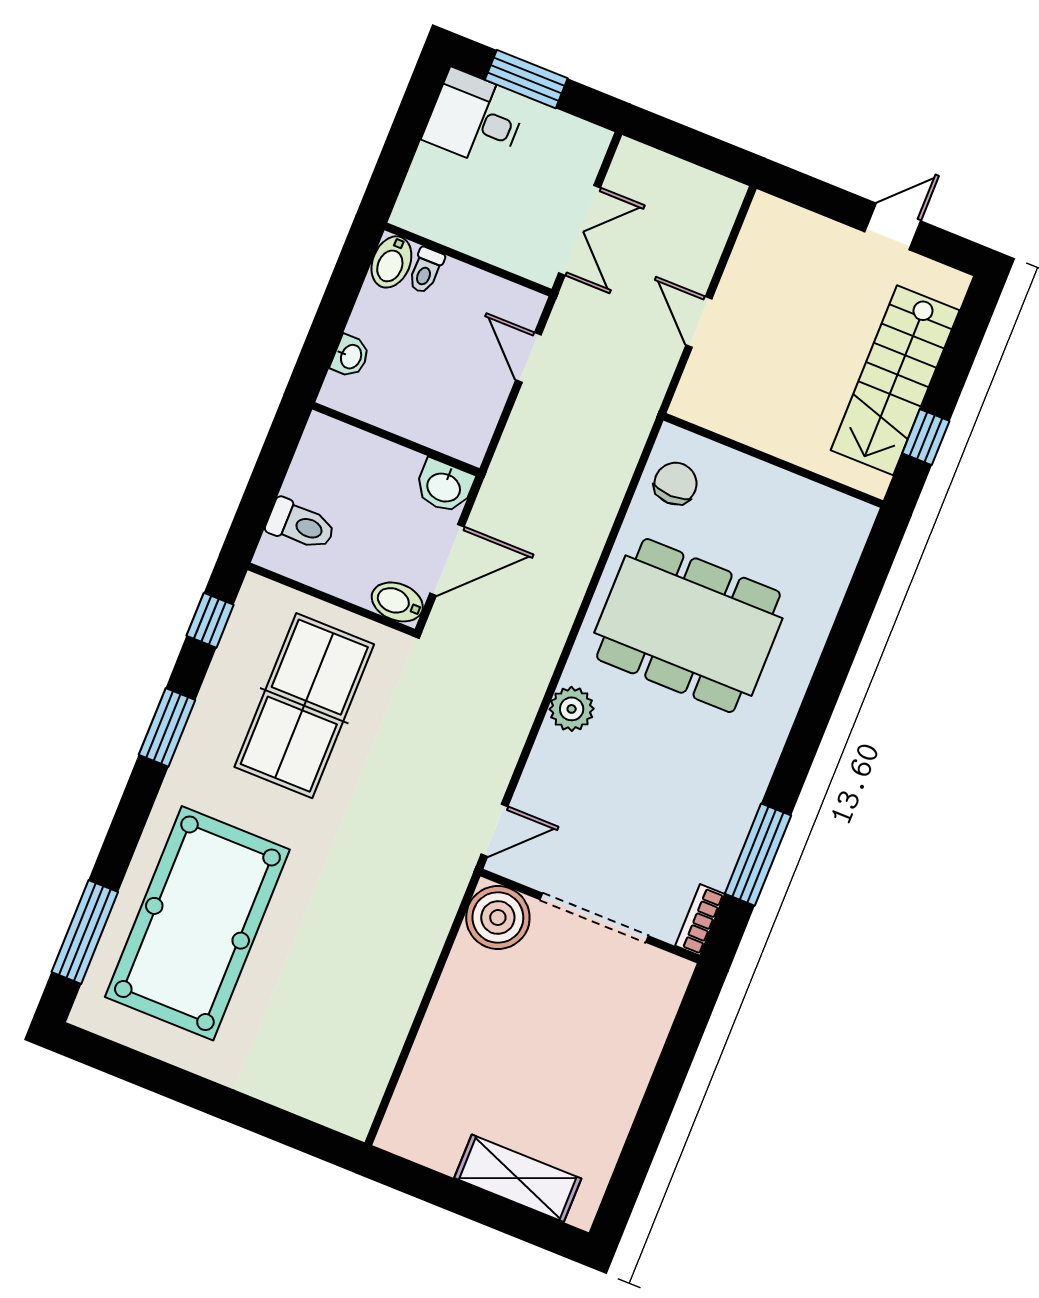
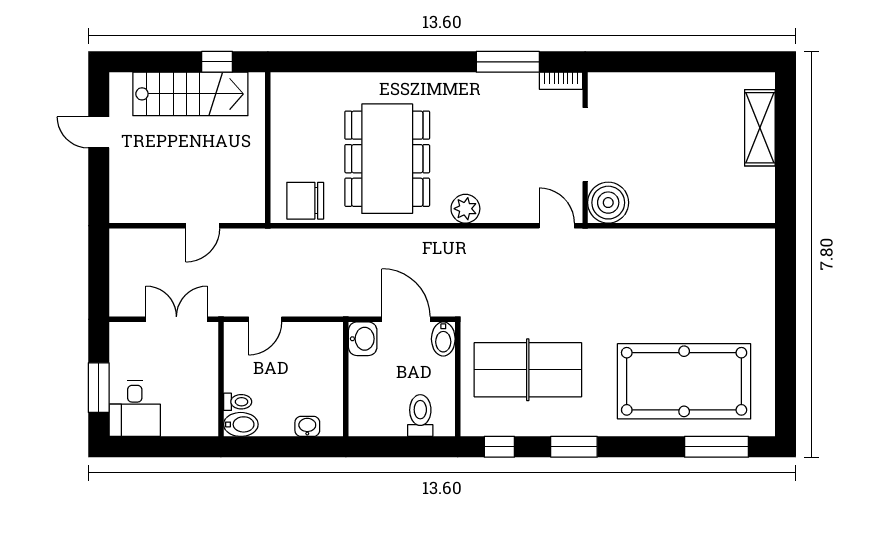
chair: (675, 484) -> (305, 201), width x1.37, depth x1.37

